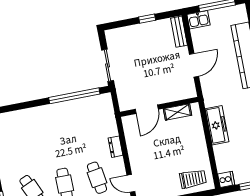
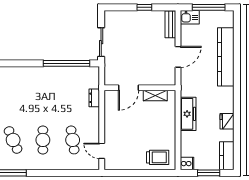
dresser: (115, 147) -> (94, 98), moved

